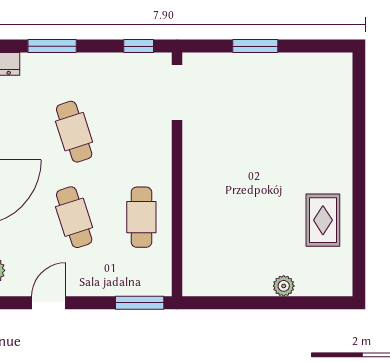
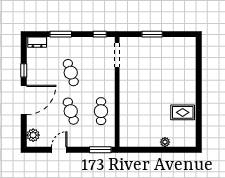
rug: (323, 220) -> (183, 112), turned 90

